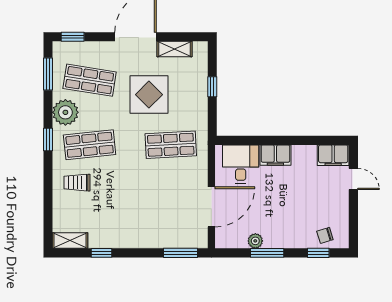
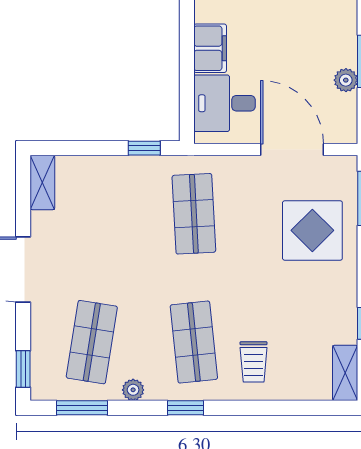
shelving: (174, 49) -> (42, 182), moved
window: (212, 87) -> (144, 148), moved
display table: (149, 95) -> (312, 230), moved
plant: (65, 112) -> (133, 390), width x0.53, depth x0.53

